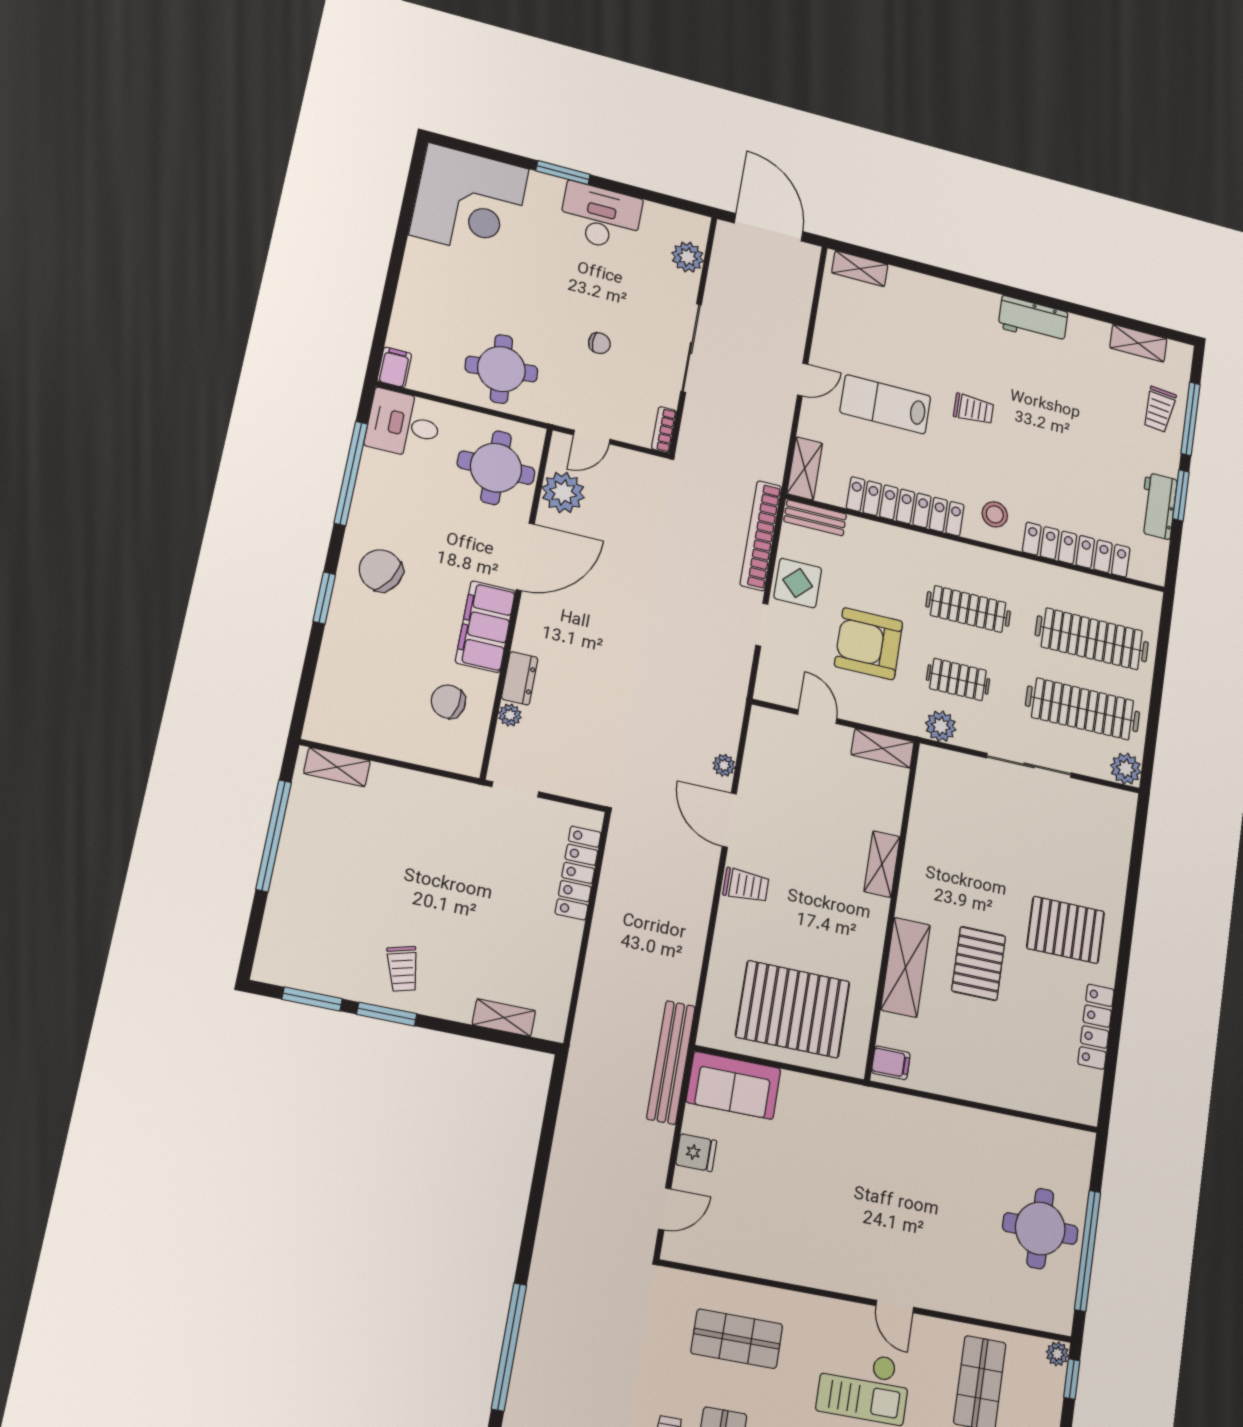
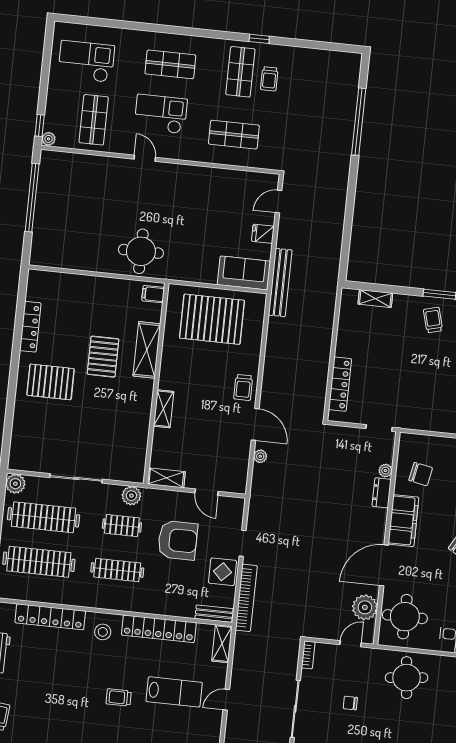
trolley: (746, 885) -> (243, 387), turned -90
round table: (1040, 1229) -> (141, 251), moved

